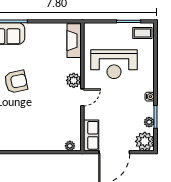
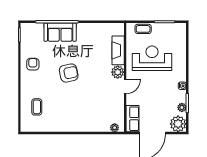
coffee table: (142, 33) -> (143, 29), moved
fireplace: (74, 41) -> (118, 50), moved
reception desk: (114, 64) -> (152, 58), turned 180

